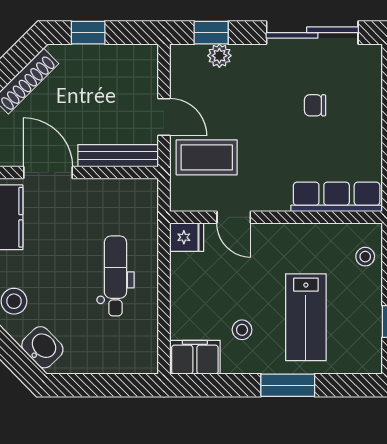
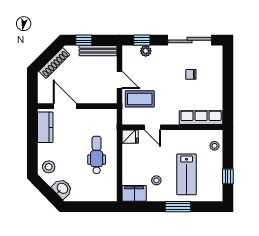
bench: (118, 156) -> (98, 51), moved

